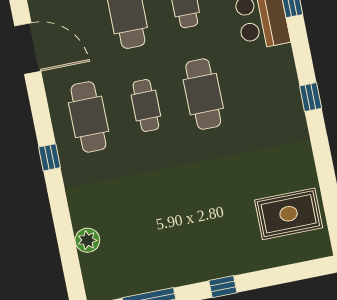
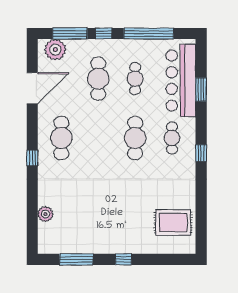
door: (28, 48) -> (32, 88), hinge flipped
cafe table: (146, 106) -> (172, 138), moved

